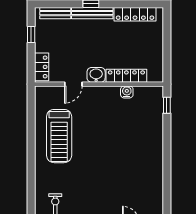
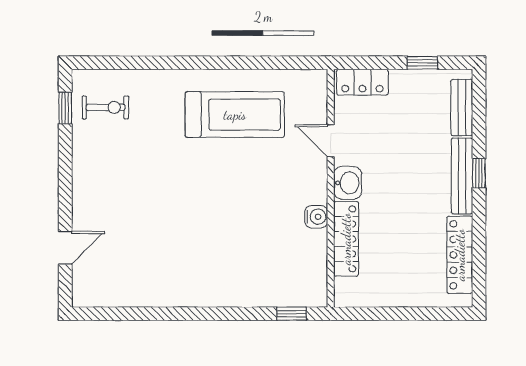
water cooler: (127, 92) -> (316, 217), moved
treadmill: (59, 136) -> (235, 115), turned 180

